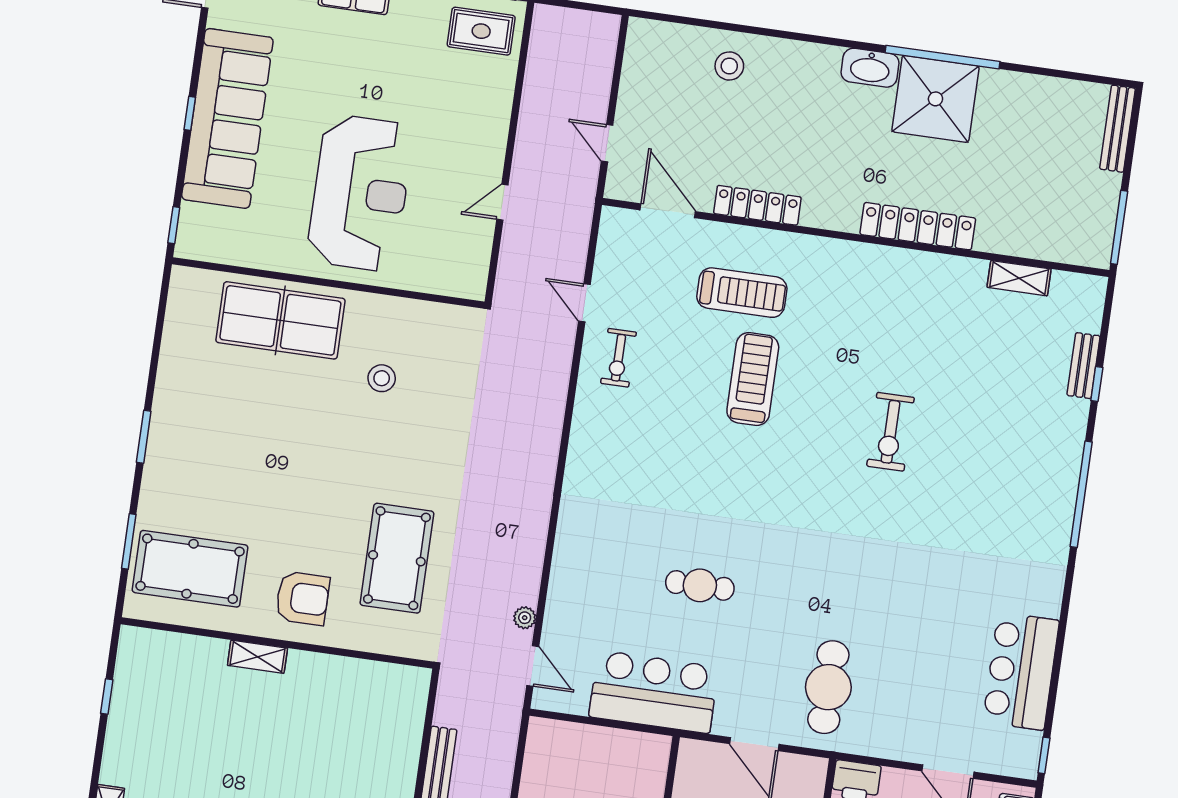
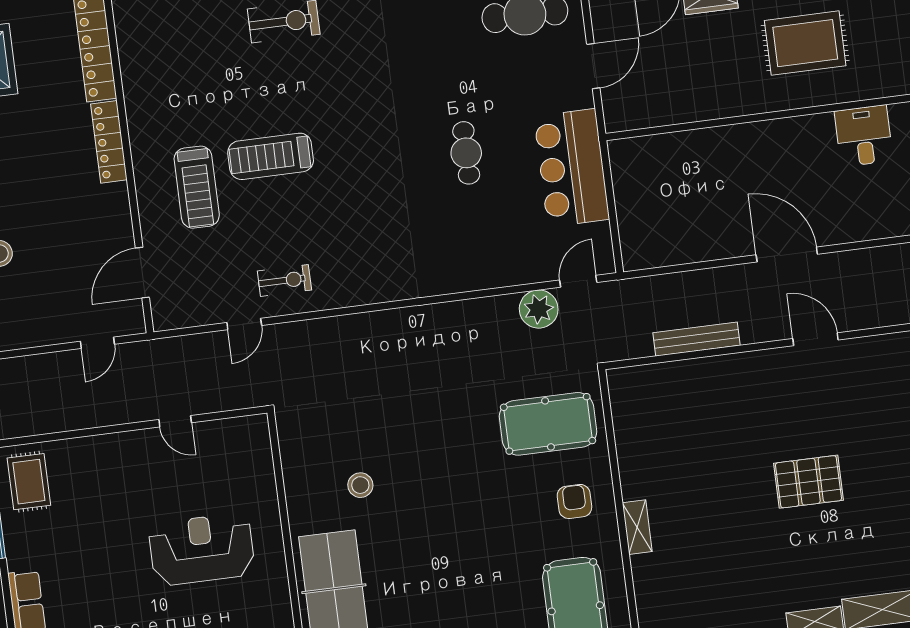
reception desk: (360, 193) -> (202, 549), width x0.74, depth x0.77
locker: (757, 205) -> (109, 142), moved
treadmill: (742, 293) -> (197, 187), turned 180
pool table: (397, 558) -> (548, 424), moved
armchair: (303, 598) -> (574, 501), width x0.72, depth x0.72
plant: (525, 618) -> (539, 309), width x1.87, depth x1.87

